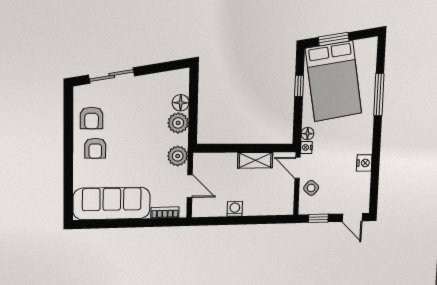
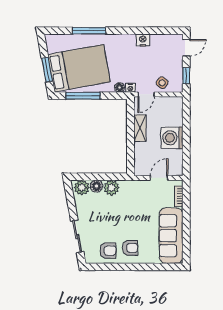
window: (299, 86) -> (83, 96), width x2.17
plant: (178, 156) -> (82, 188), moved
washing machine: (235, 209) -> (172, 138), width x1.89, depth x1.89

